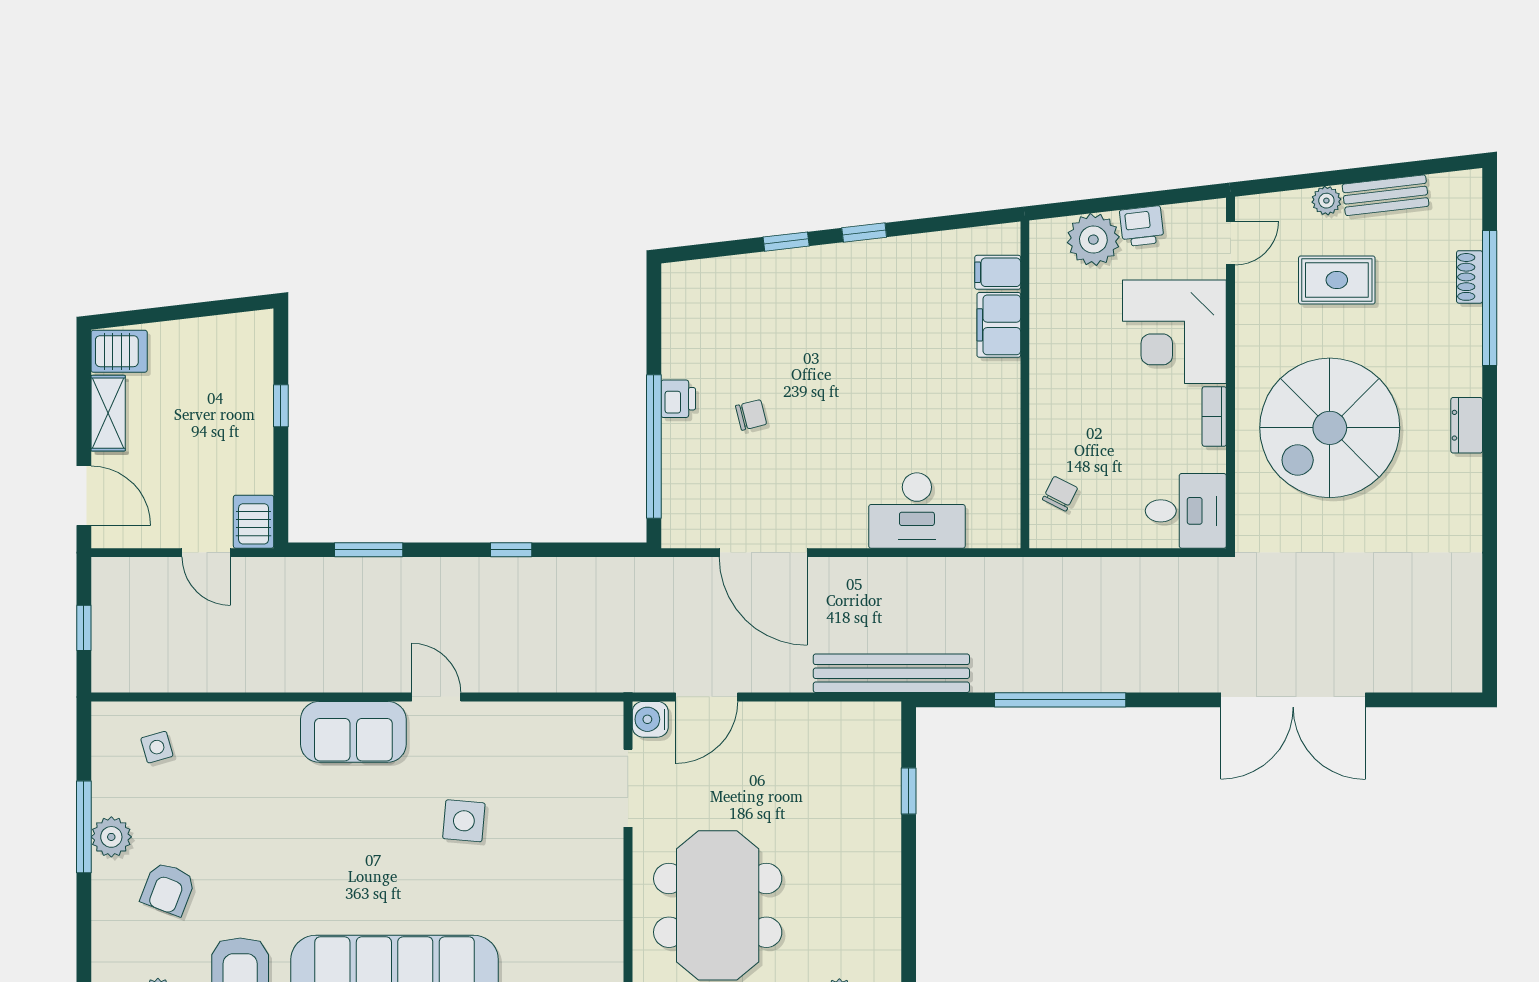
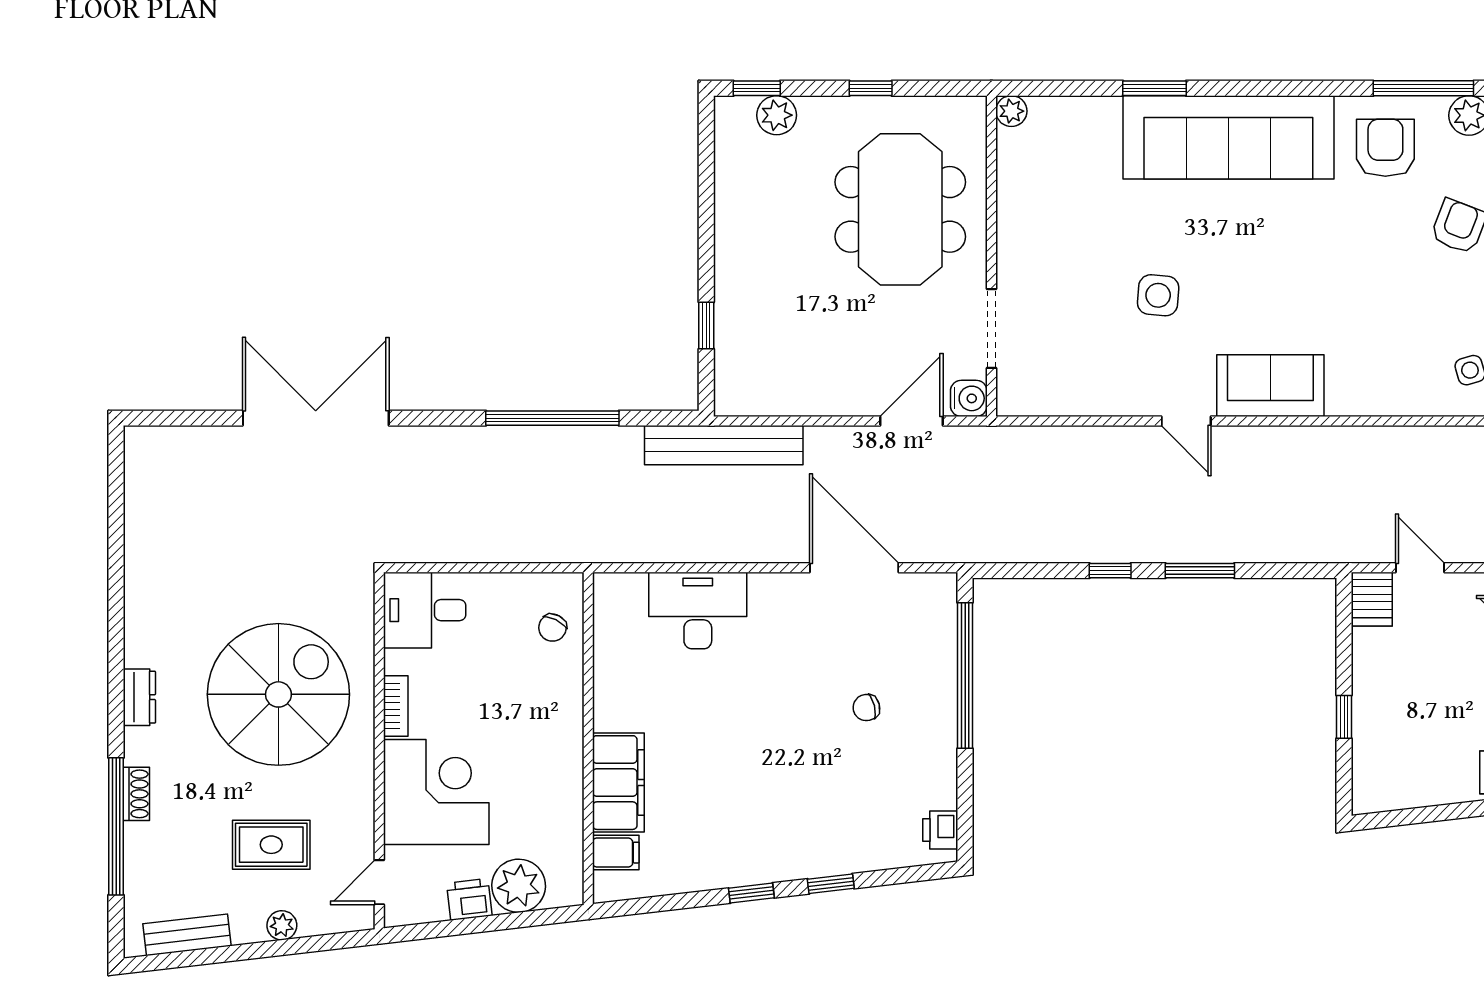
bench: (1386, 195) -> (187, 935), moved
shoe rack: (1470, 277) -> (136, 794), moved
filing cabinet: (999, 325) -> (618, 783), width x1.50, depth x1.17
printer: (678, 399) -> (940, 830), moved
window: (369, 550) -> (1200, 571), moved

